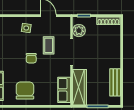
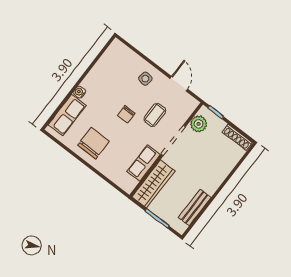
row of seats: (64, 90) -> (144, 163), moved

